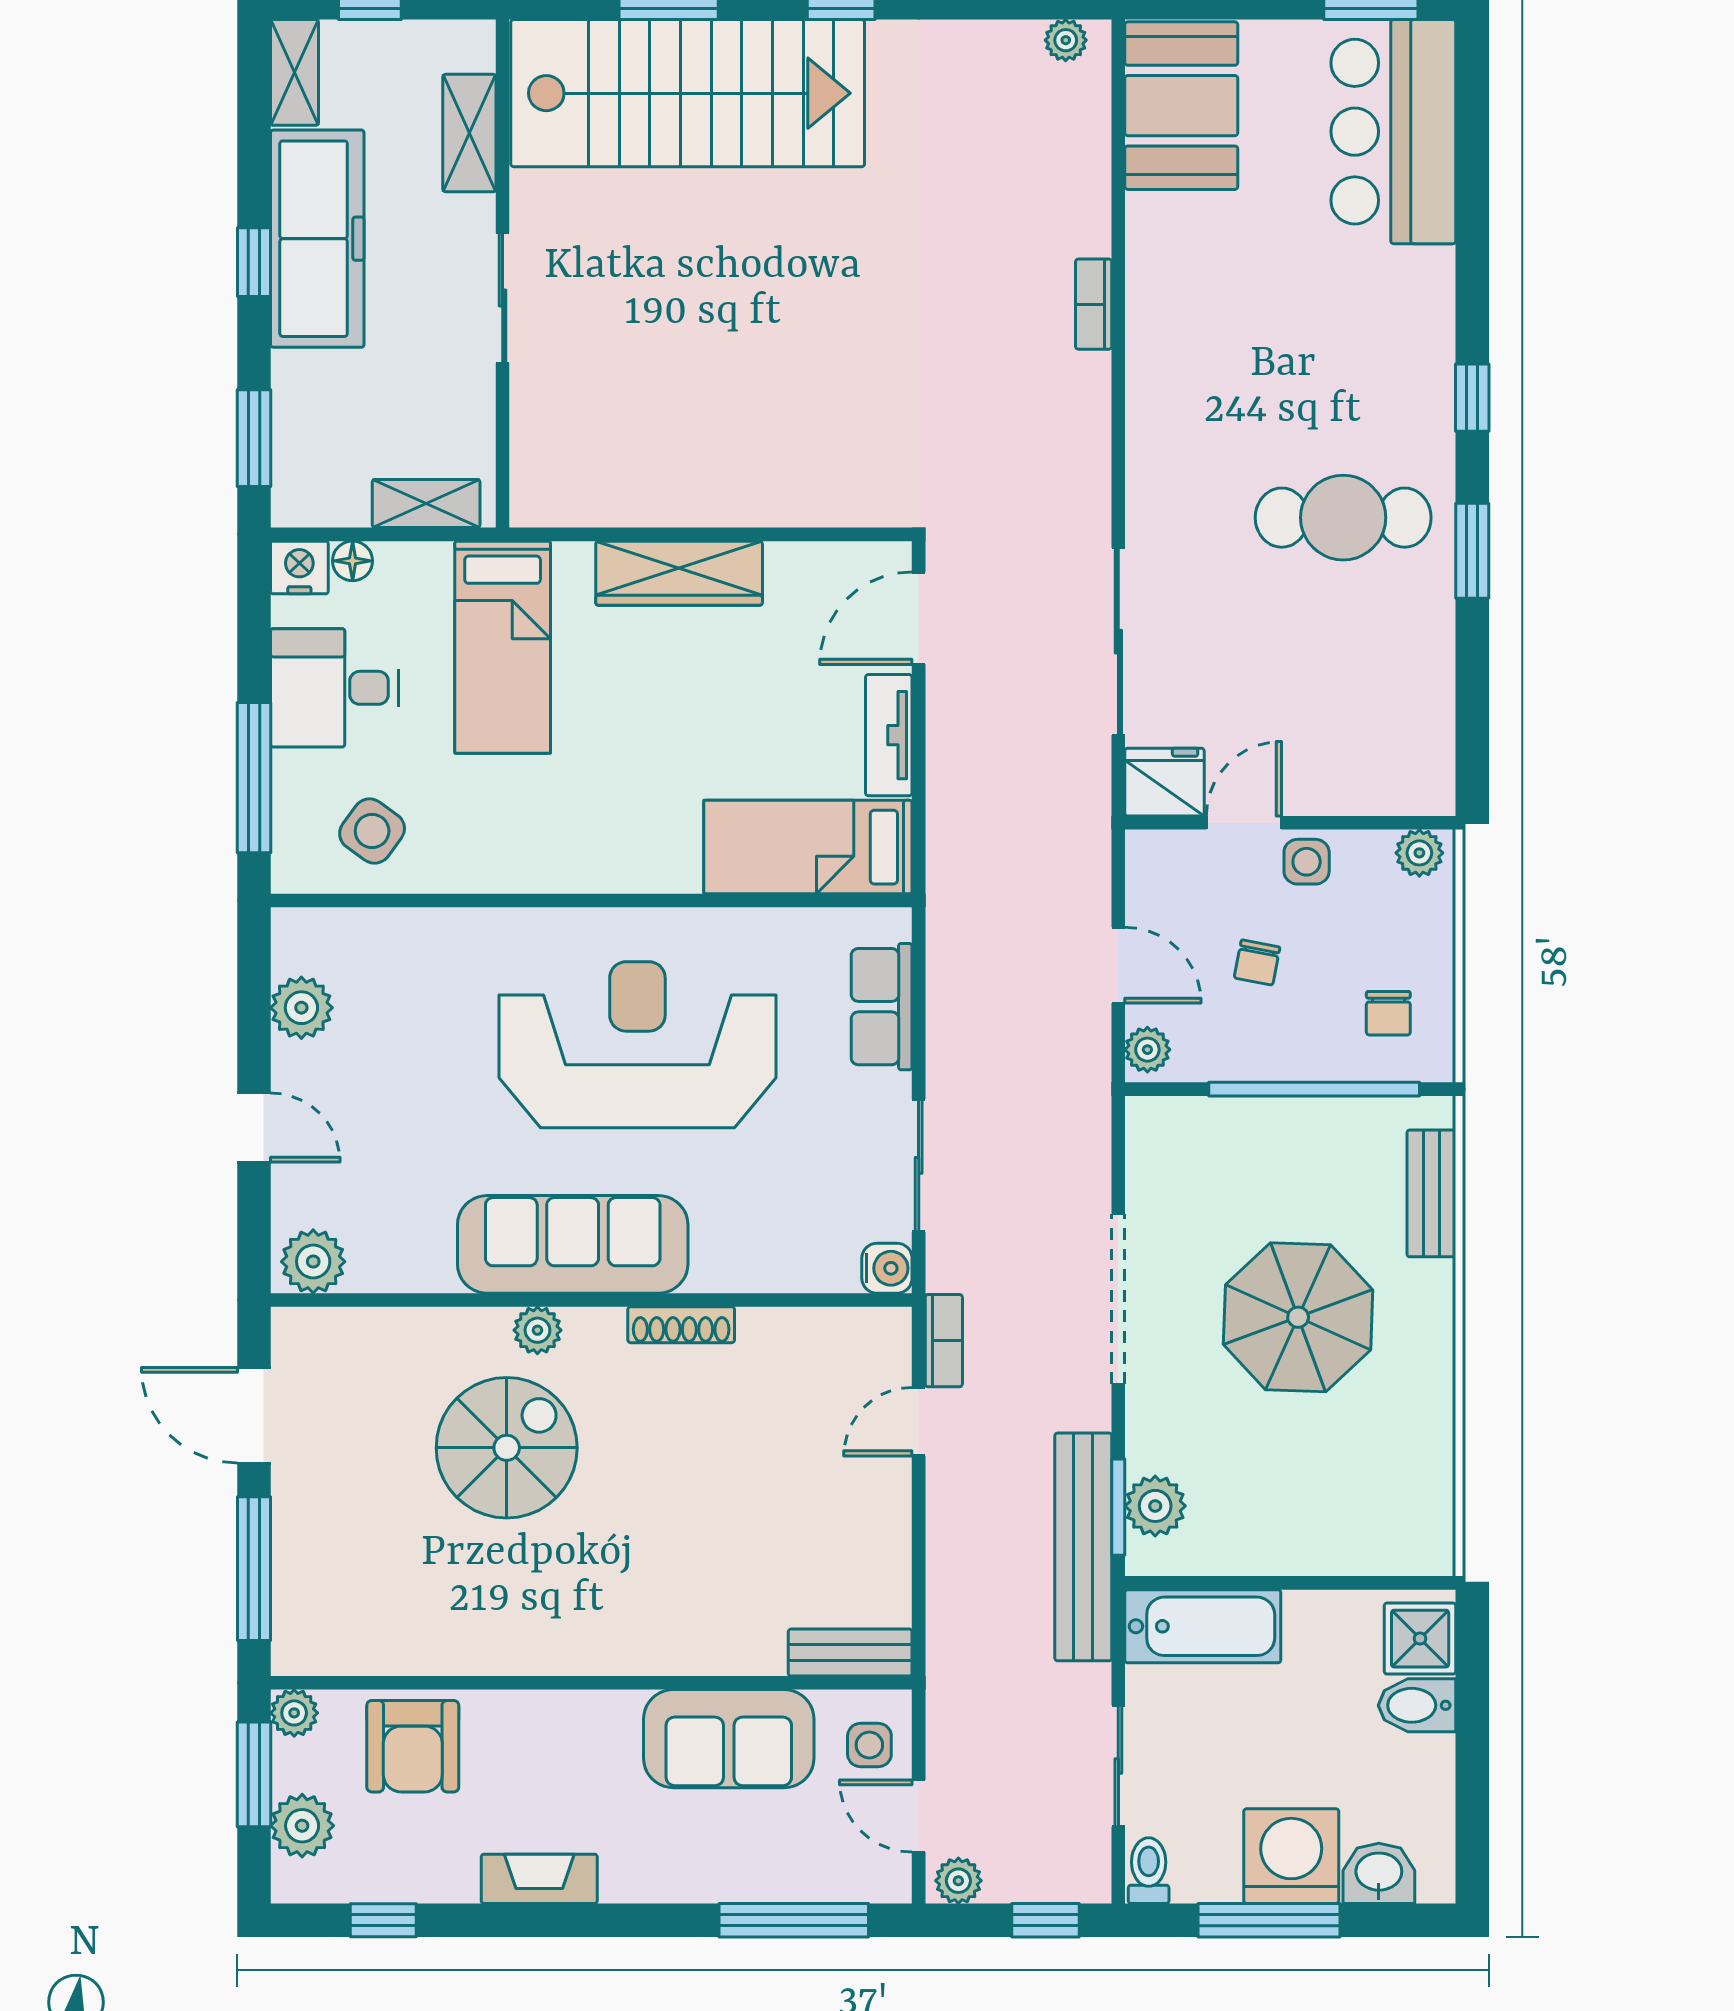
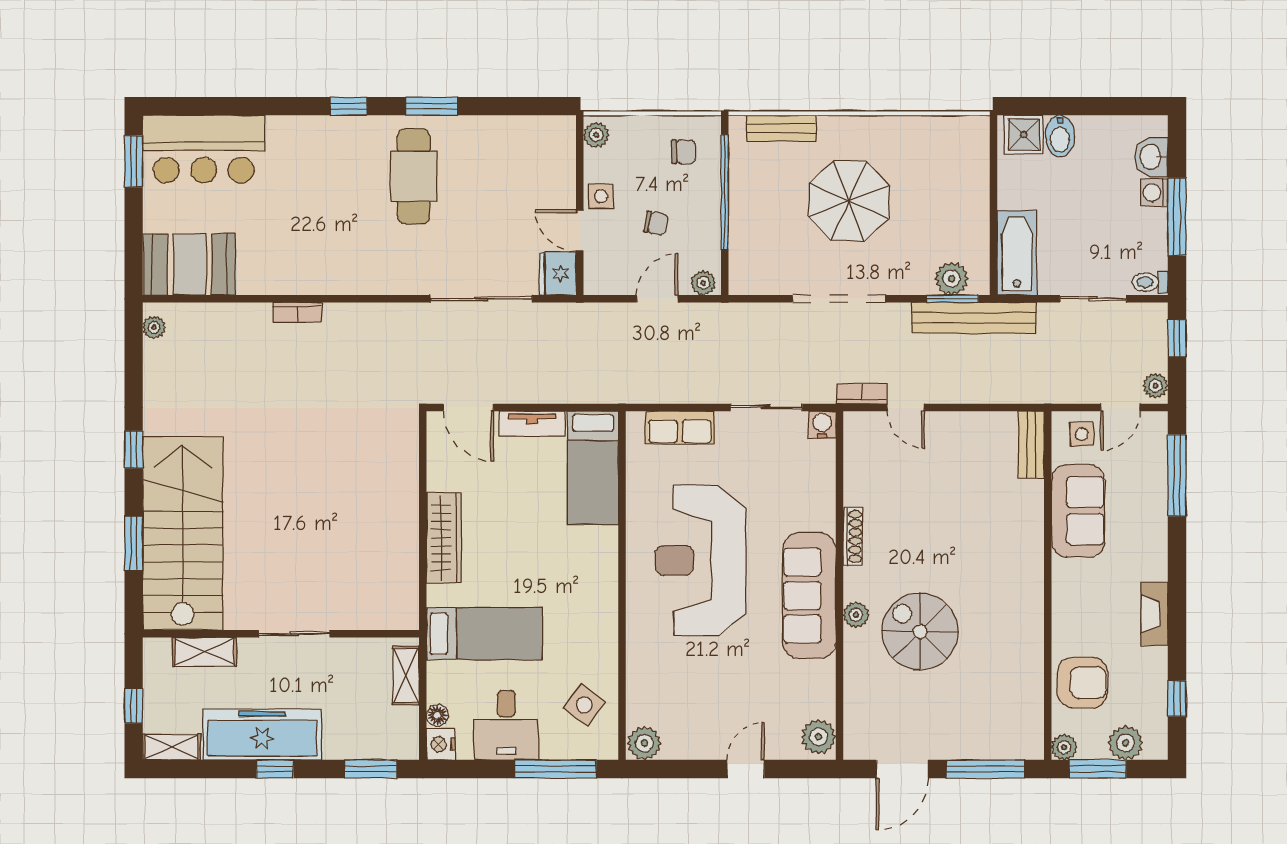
plant: (301, 1008) -> (644, 743), moved
washing machine: (1291, 1856) -> (1154, 192), width x0.53, depth x0.53

